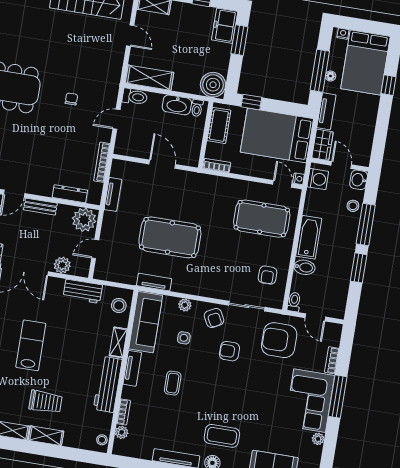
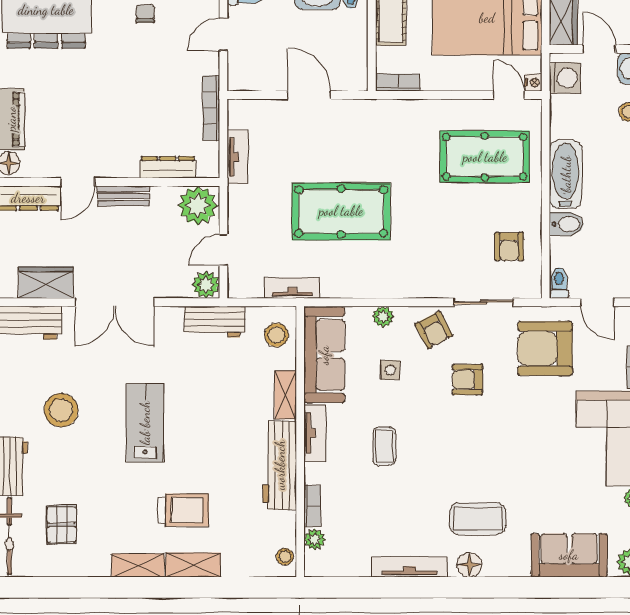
plant: (62, 265) -> (206, 285), moved
tv unit: (154, 282) -> (292, 288), moved

